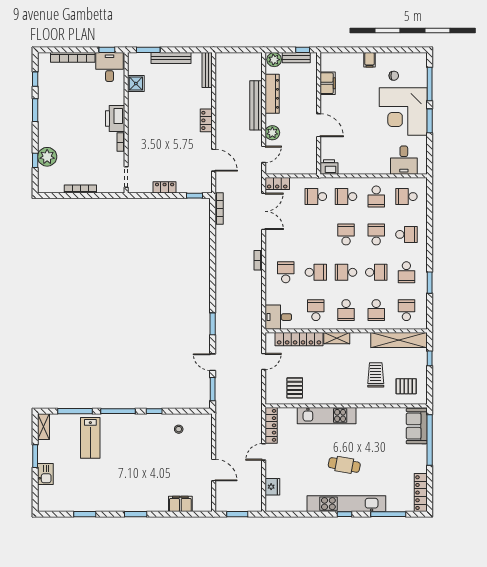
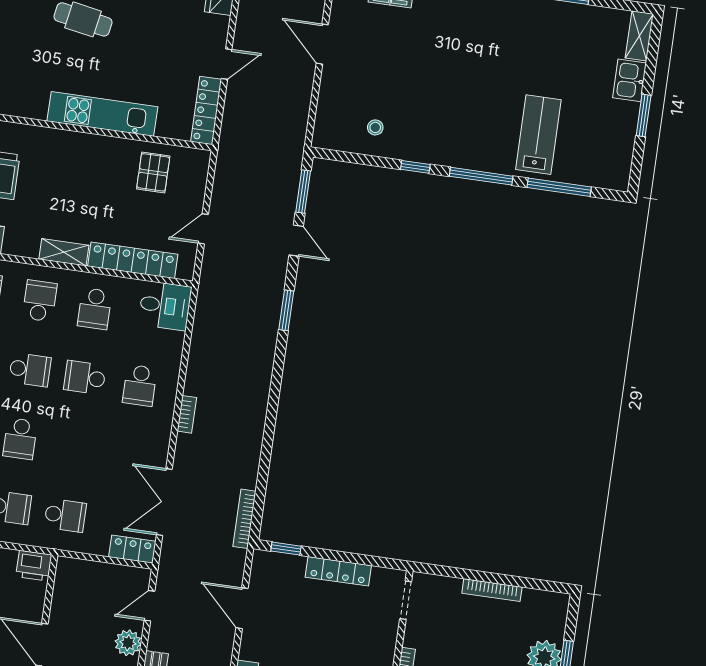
locker: (165, 187) -> (338, 571), width x1.53
shelving: (44, 427) -> (639, 36), moved

